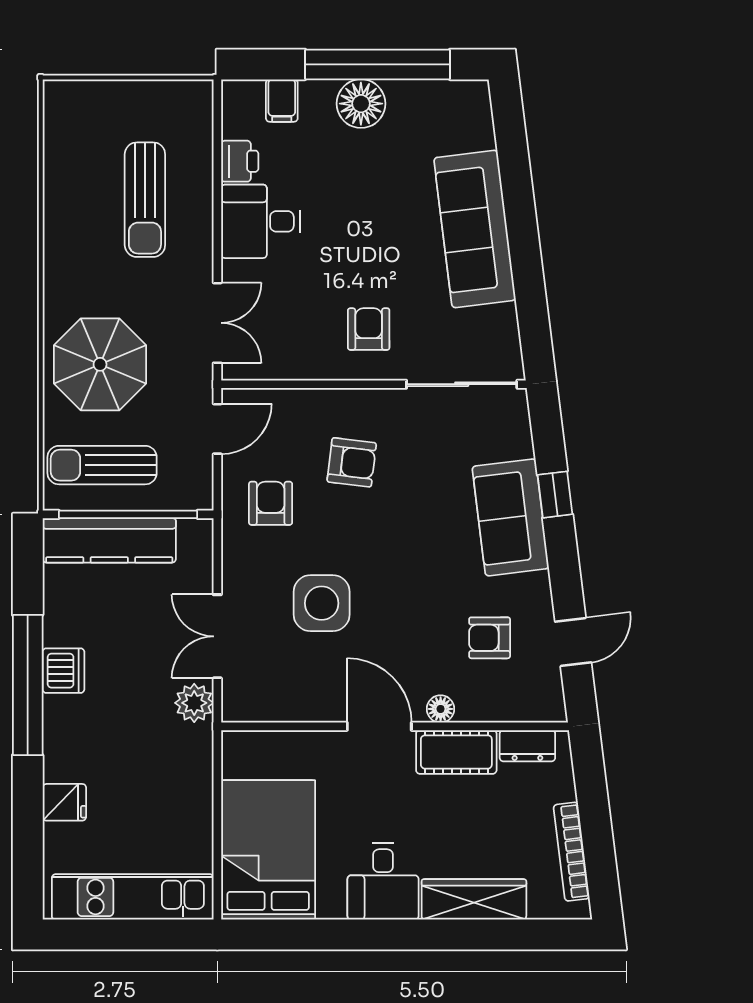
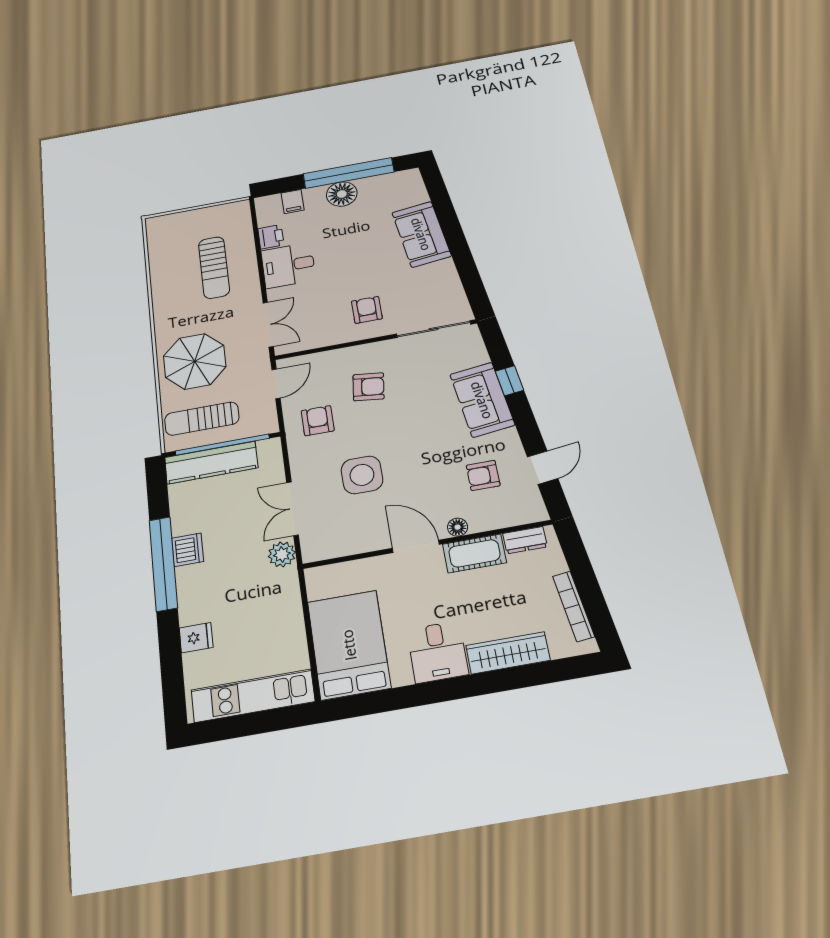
sofa: (475, 229) -> (421, 234), width x0.73

